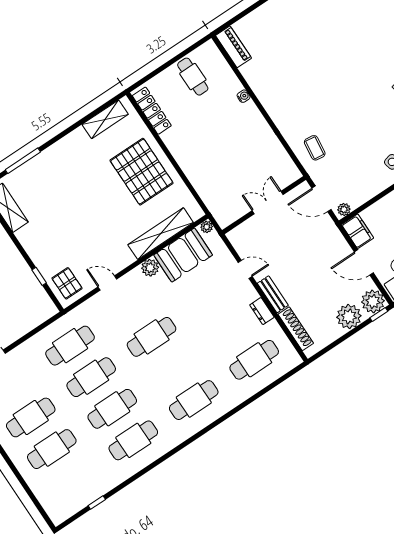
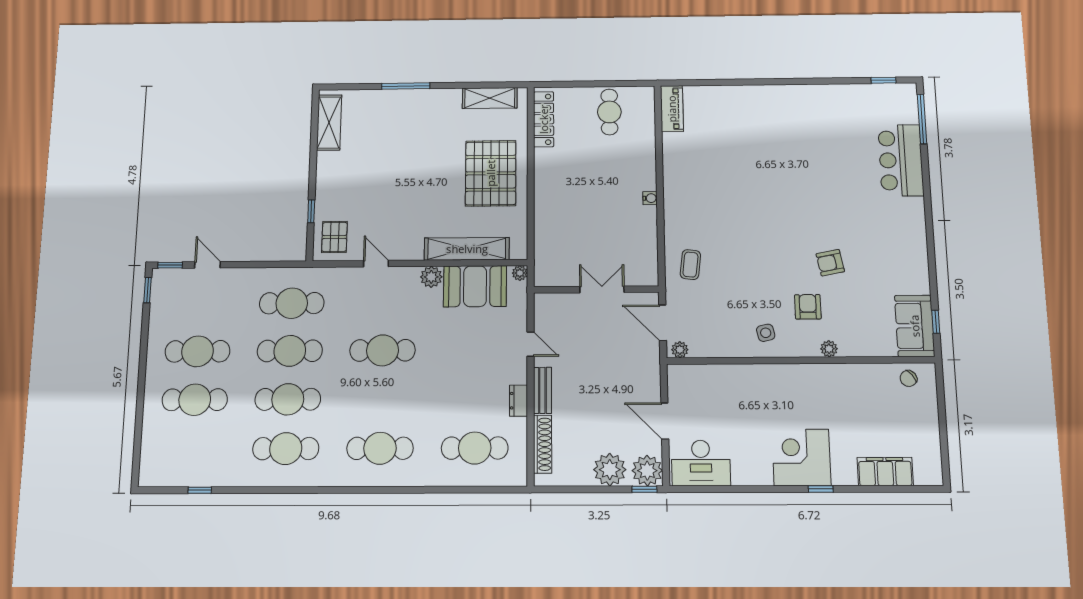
water cooler: (244, 96) -> (650, 198), moved
window: (23, 161) -> (406, 86), moved
filing cabinet: (358, 231) -> (680, 383), removed

